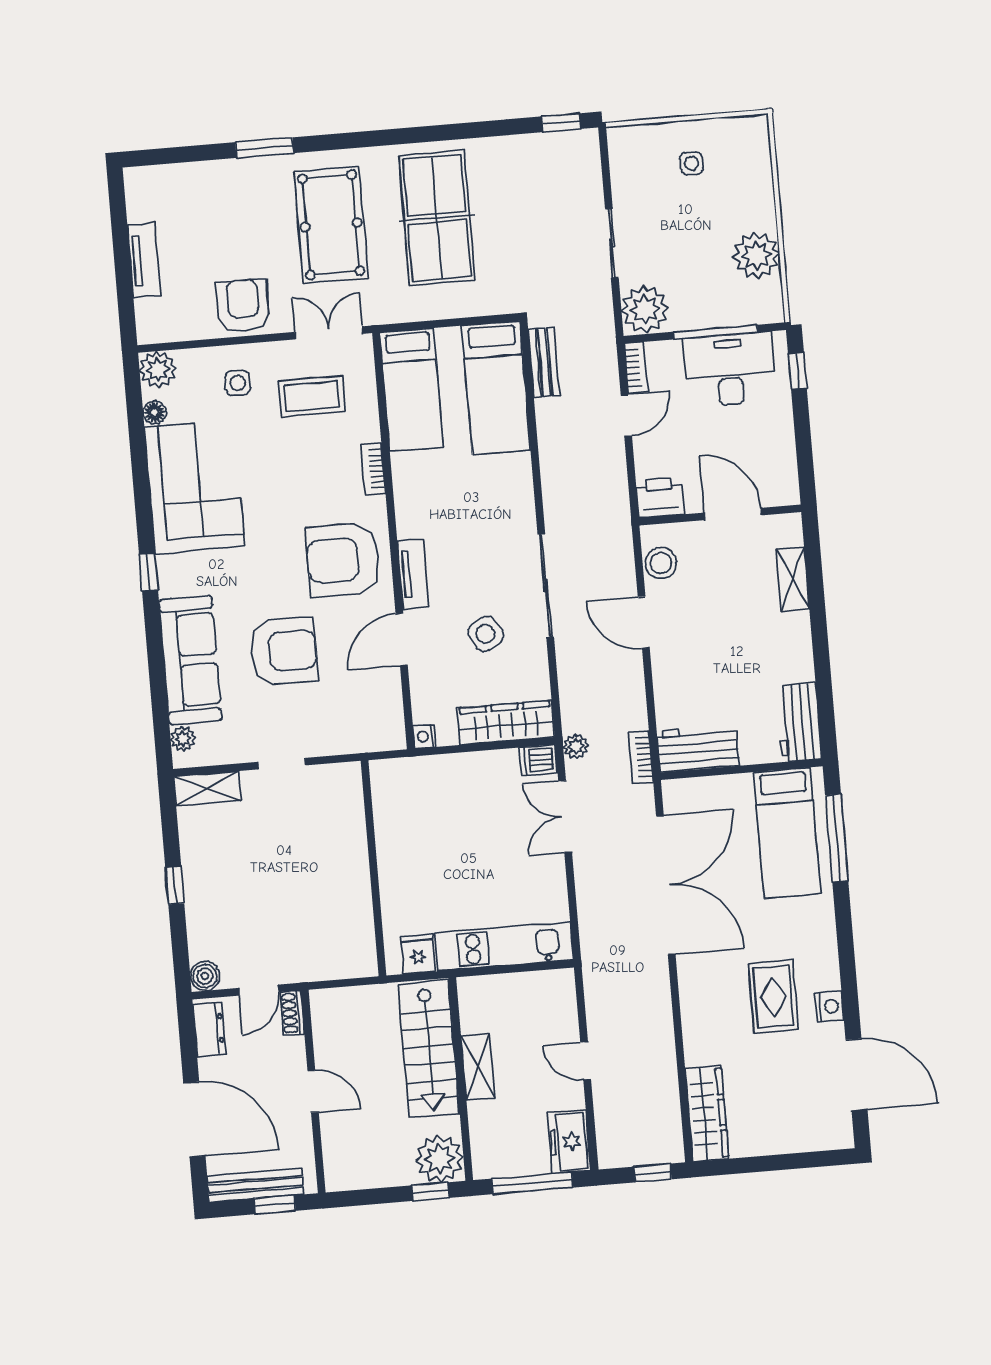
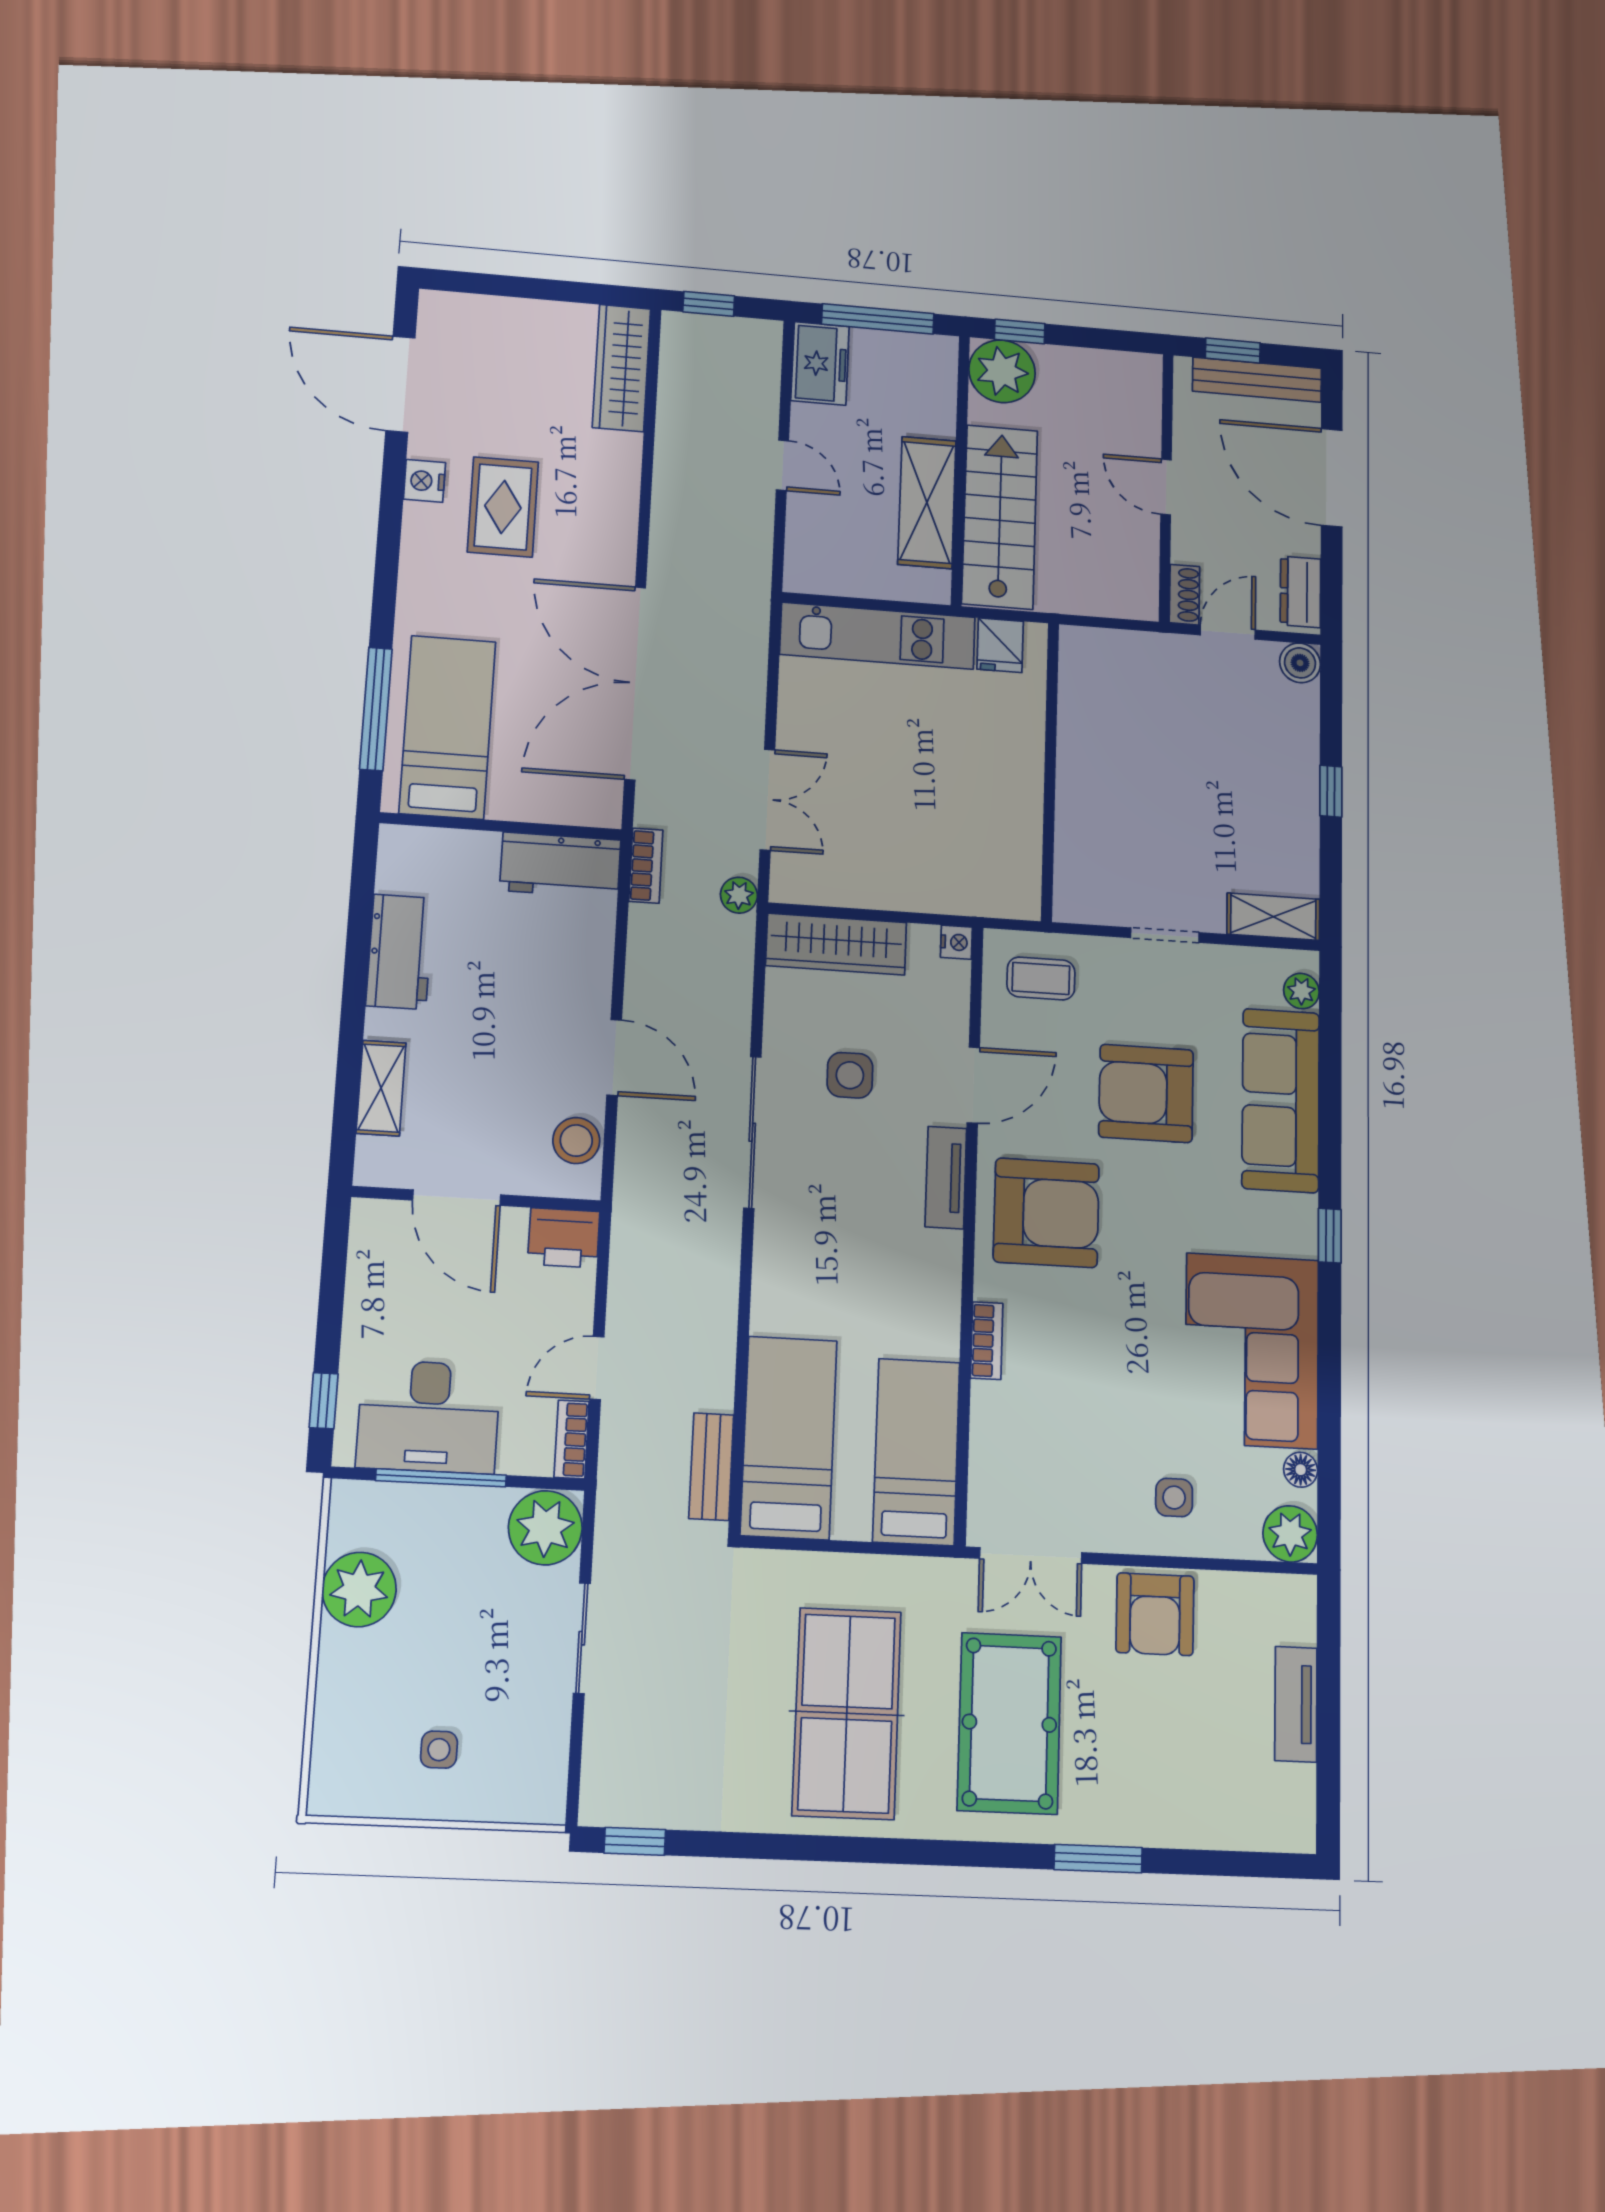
coffee table: (312, 396) -> (1041, 978), moved, width x0.73, depth x0.77
side table: (486, 634) -> (850, 1075), turned 30
workbench: (799, 722) -> (400, 952), moved
dishwasher: (538, 760) -> (796, 884), removed
shelving: (478, 1067) -> (927, 502), width x1.50, depth x1.33

